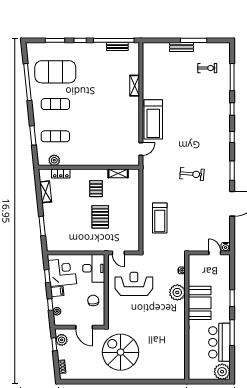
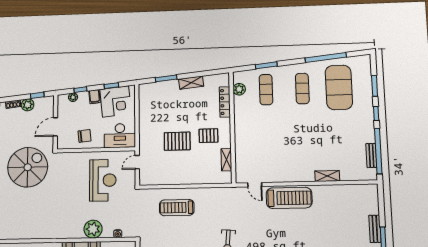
treadmill: (153, 119) -> (289, 198), turned 180
locker: (61, 173) -> (225, 102), width x1.53
shelving: (46, 192) -> (191, 83), moved
plant: (62, 340) -> (28, 105), moved

